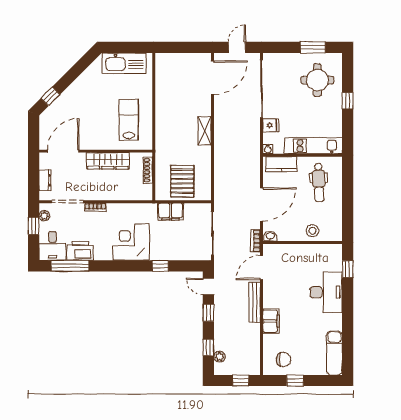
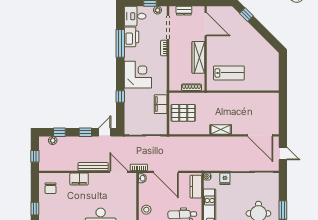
kitchen sink: (124, 63) -> (271, 70), removed
window: (70, 266) -> (120, 43), moved
window: (295, 381) -> (35, 209), moved

